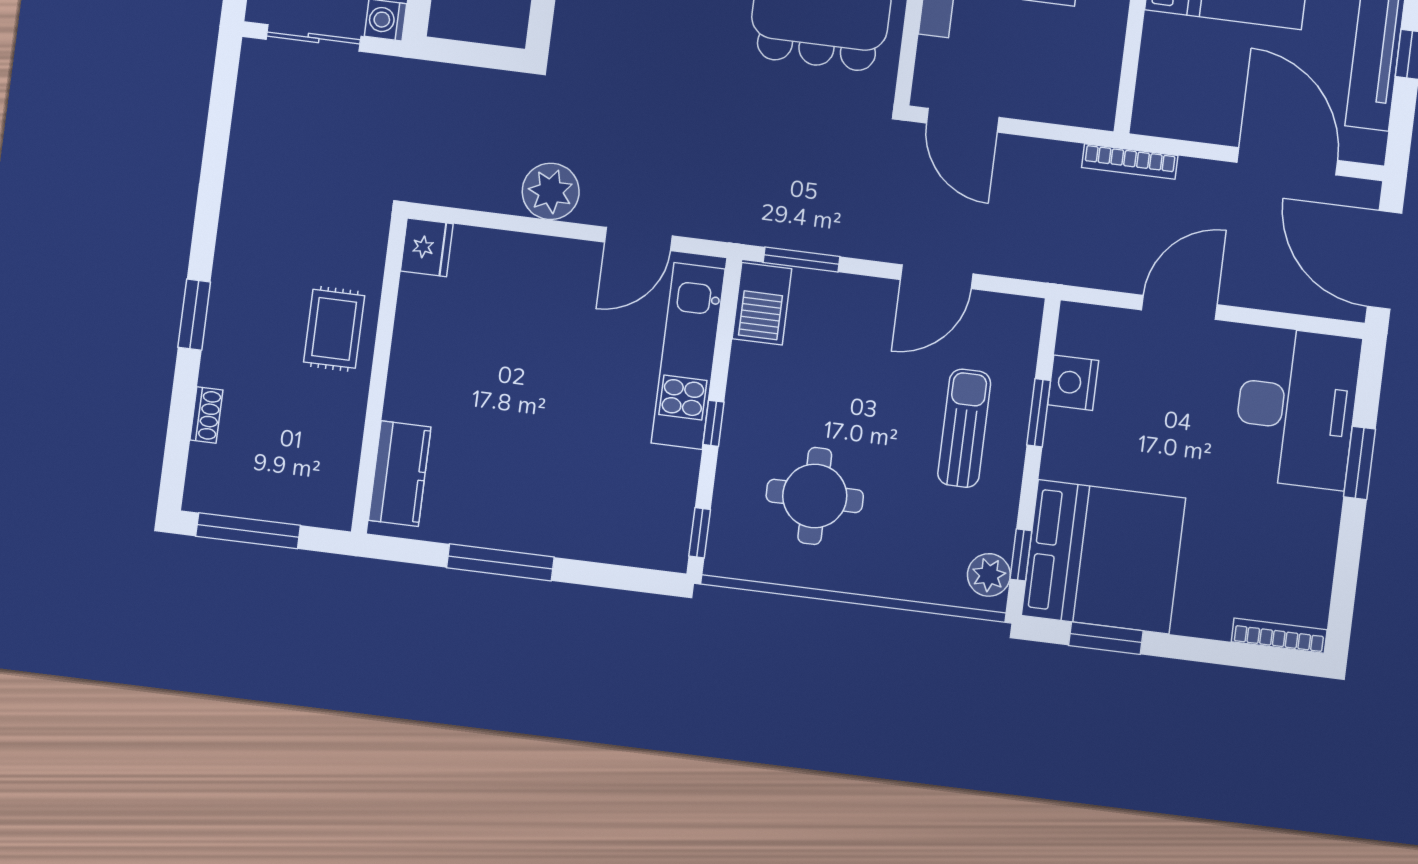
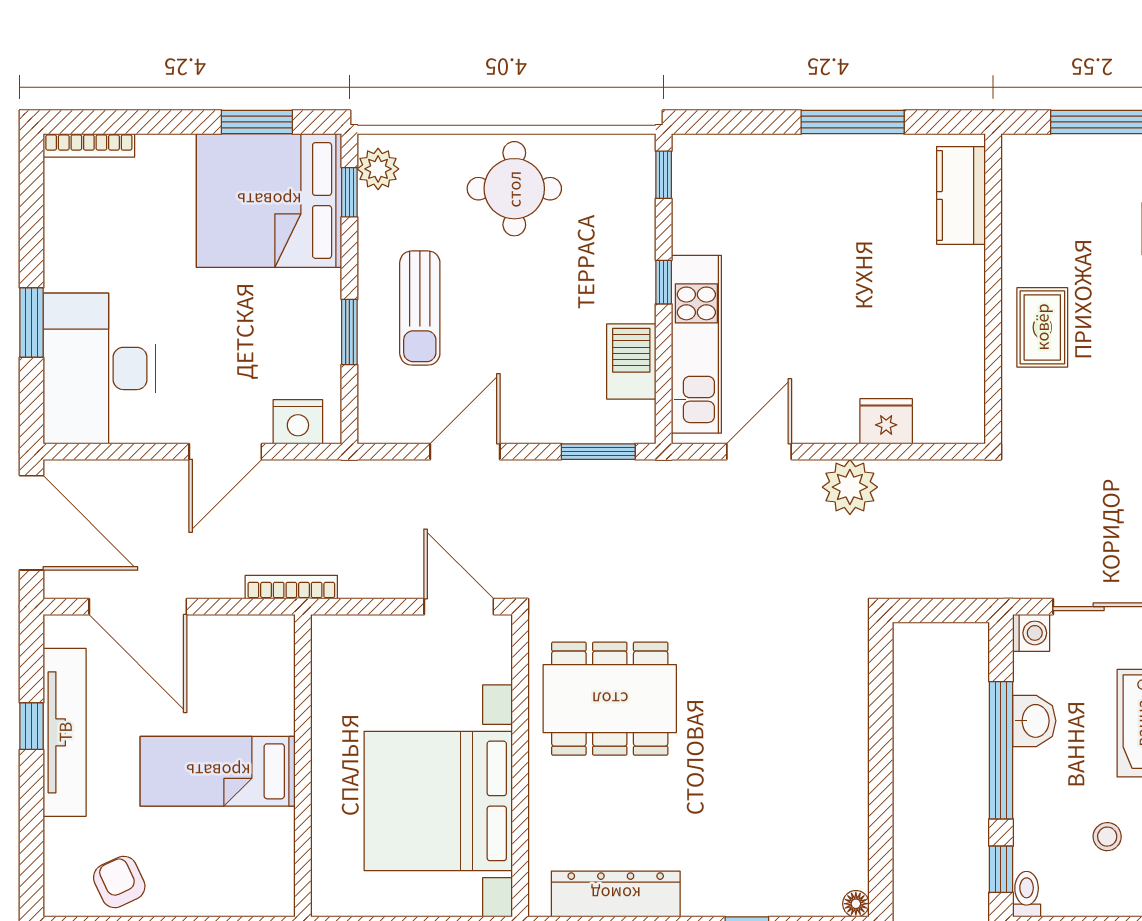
fridge: (427, 247) -> (886, 421), moved, turned 90
barbecue: (762, 304) -> (631, 362), moved
nightstand: (1073, 383) -> (298, 422), moved, turned 90
round table: (815, 496) -> (514, 189), moved

